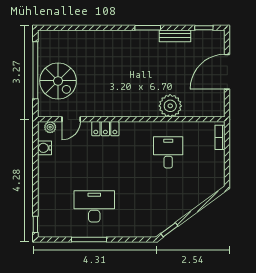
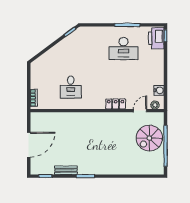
spiral stairs: (58, 81) -> (149, 138), turned -90
plant: (170, 106) -> (69, 120), removed
printer: (48, 221) -> (156, 38), added

